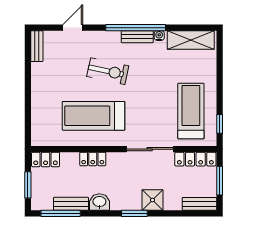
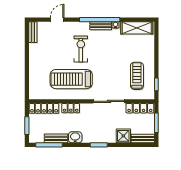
exercise bike: (108, 71) -> (81, 49), turned -102
treadmill: (191, 111) -> (137, 76), width x0.73, depth x0.73
locker: (46, 159) -> (44, 108), width x1.53
shower: (152, 200) -> (123, 136), moved

